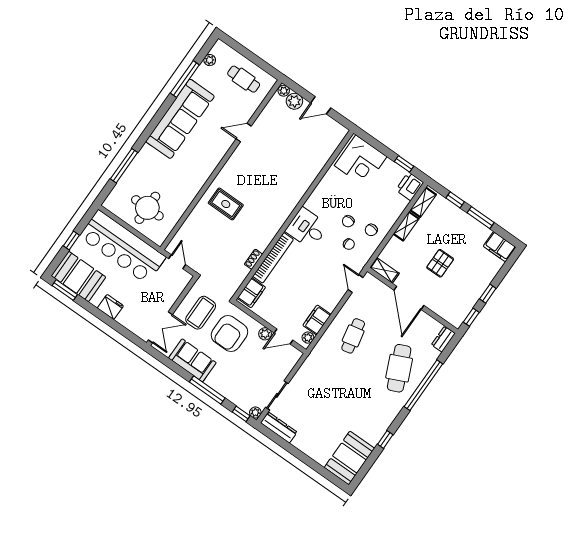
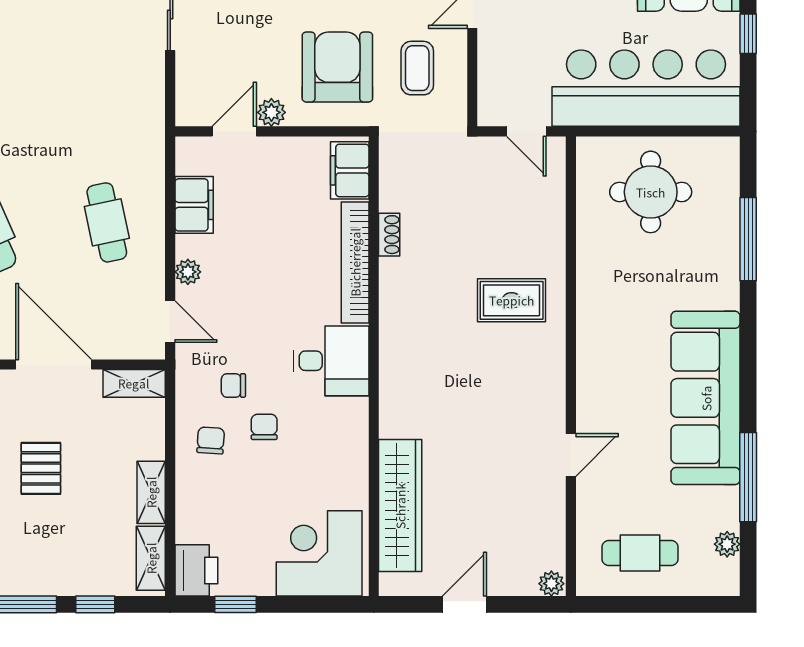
plant: (294, 101) -> (518, 578), removed
wardrobe: (319, 158) -> (400, 506), added
coffee table: (201, 313) -> (417, 68), width x0.73, depth x0.77
plant: (308, 338) -> (188, 272), moved

